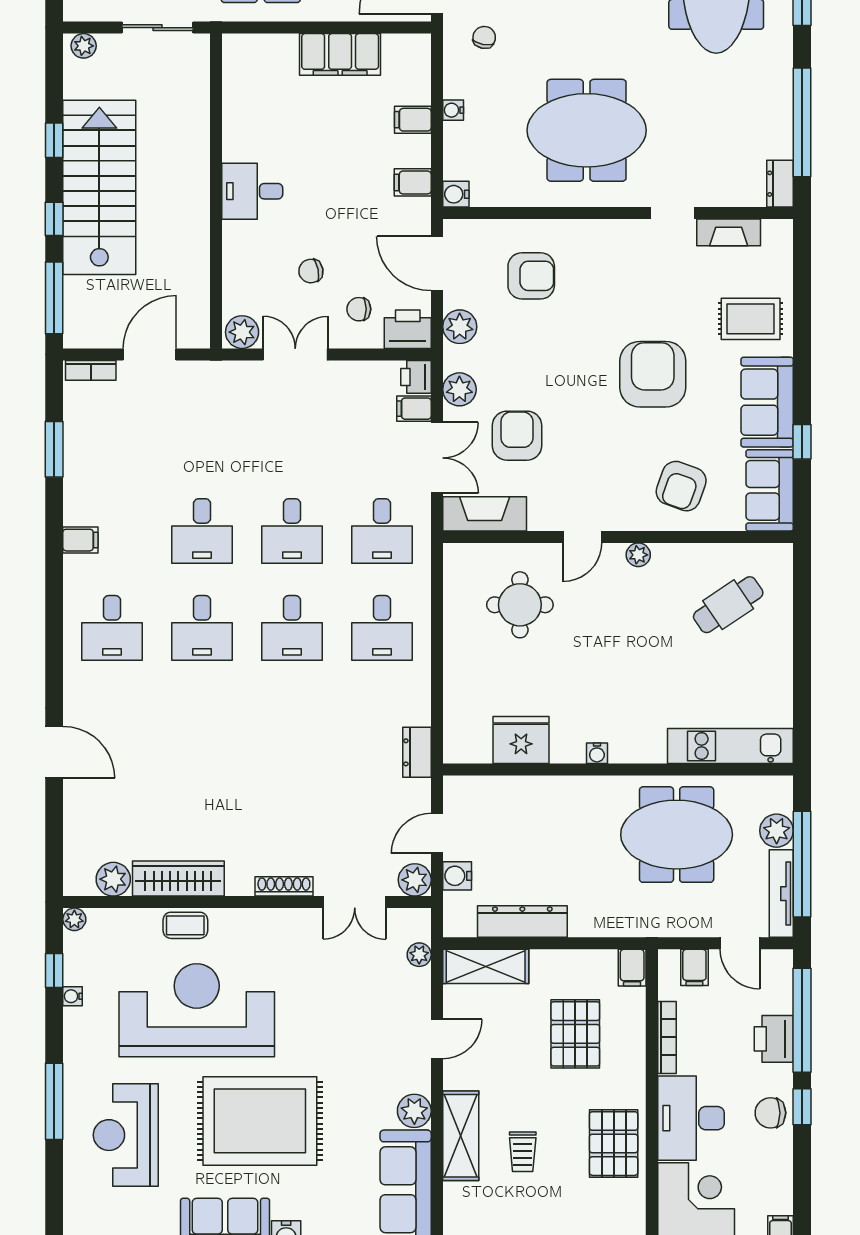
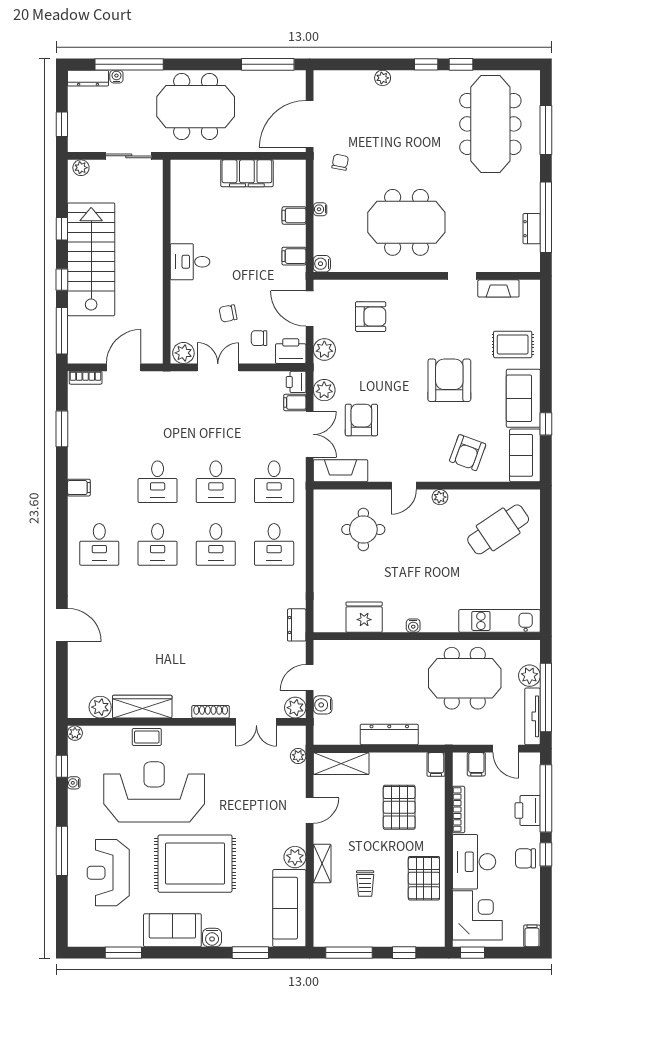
dresser: (780, 184) -> (532, 229), moved
cafe table: (728, 605) -> (498, 529), width x1.37, depth x1.35
dresser: (522, 921) -> (389, 734), moved
shelving: (461, 1136) -> (322, 863), width x0.67, depth x0.75

